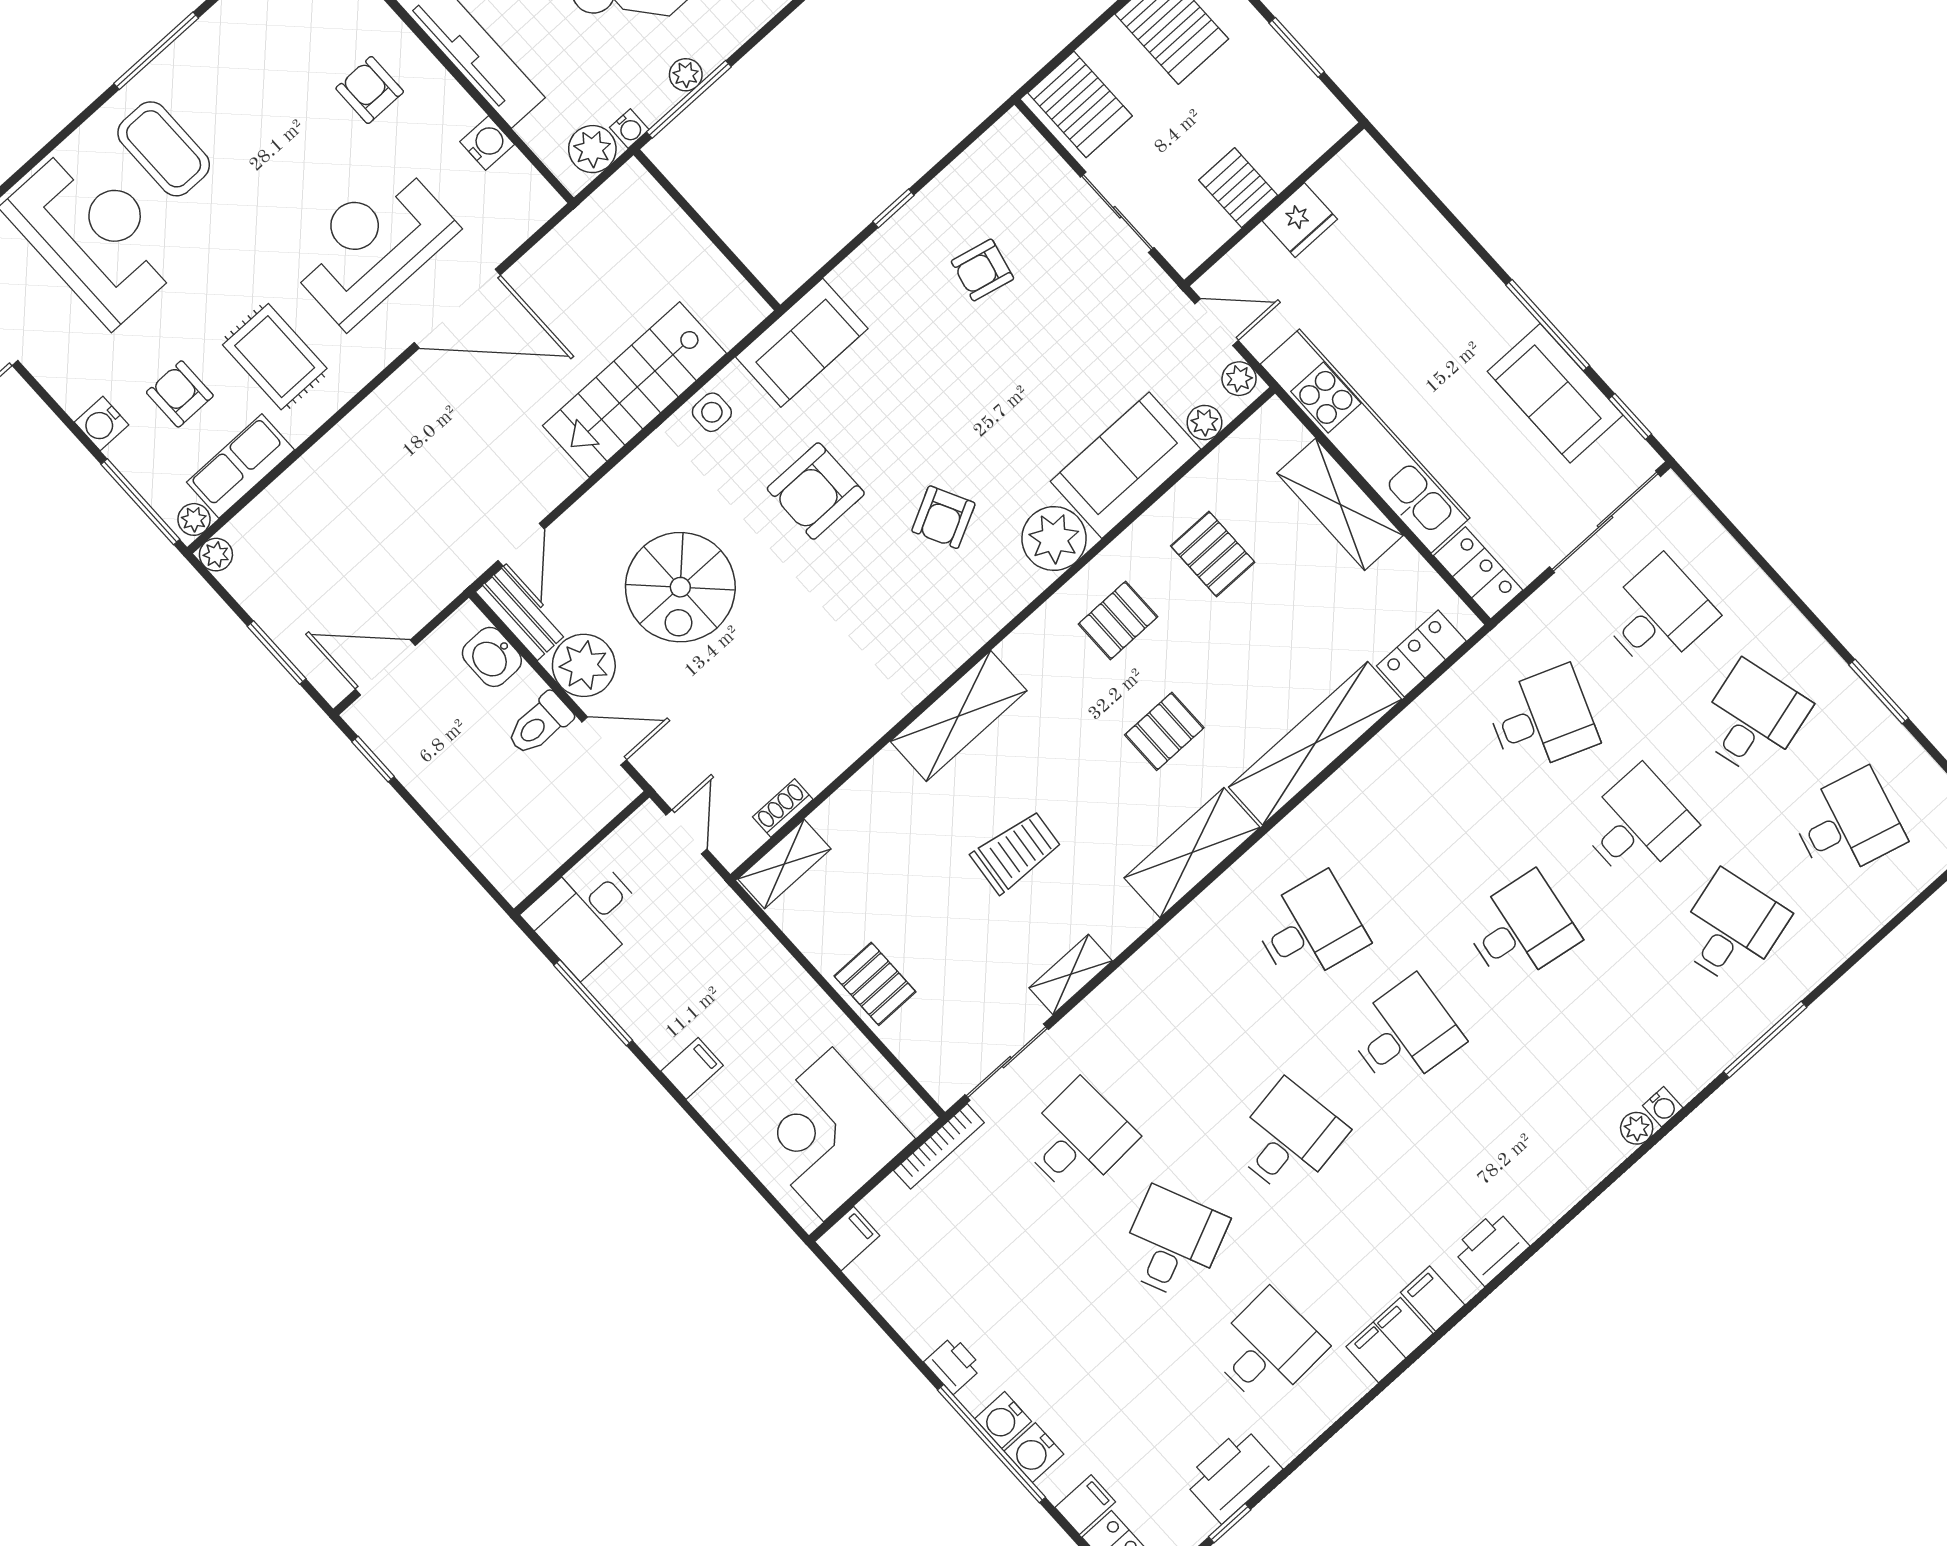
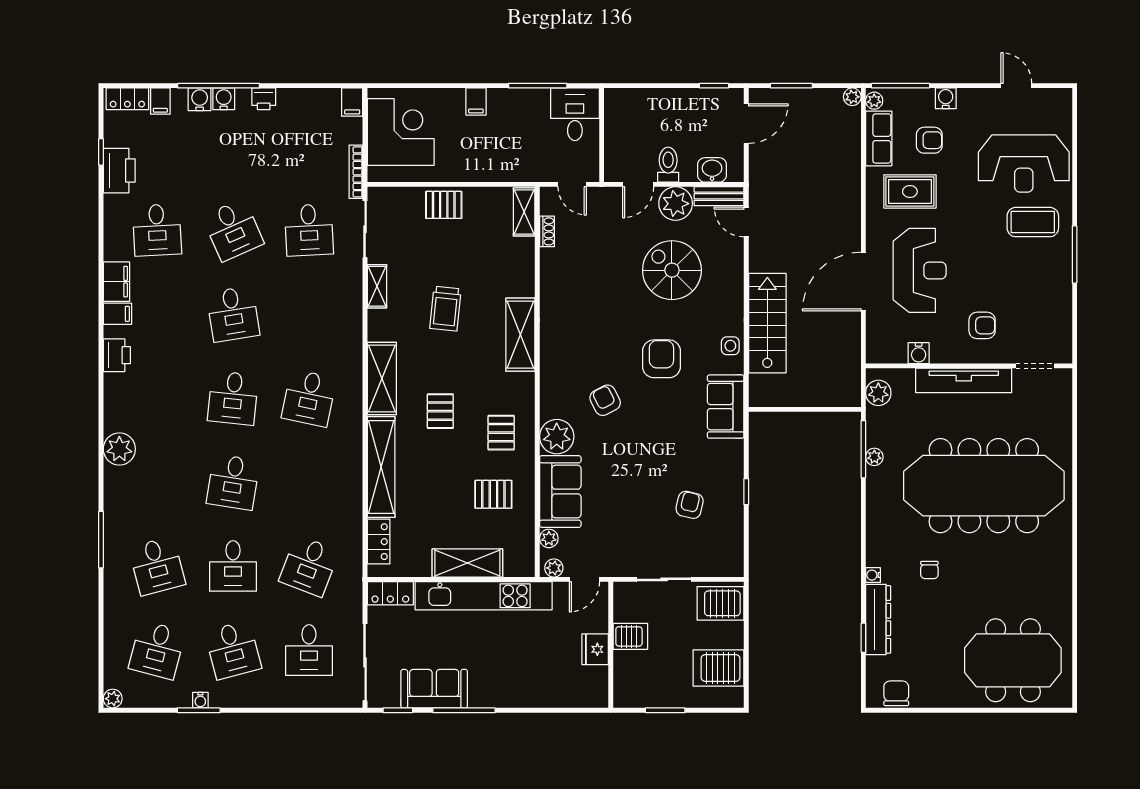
water cooler: (629, 129) -> (873, 415), removed
water cooler: (1663, 1107) -> (200, 700), moved, turned -90
plant: (1637, 1128) -> (119, 449), width x1.88, depth x1.88

